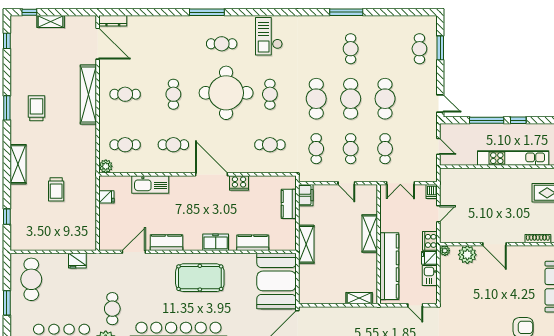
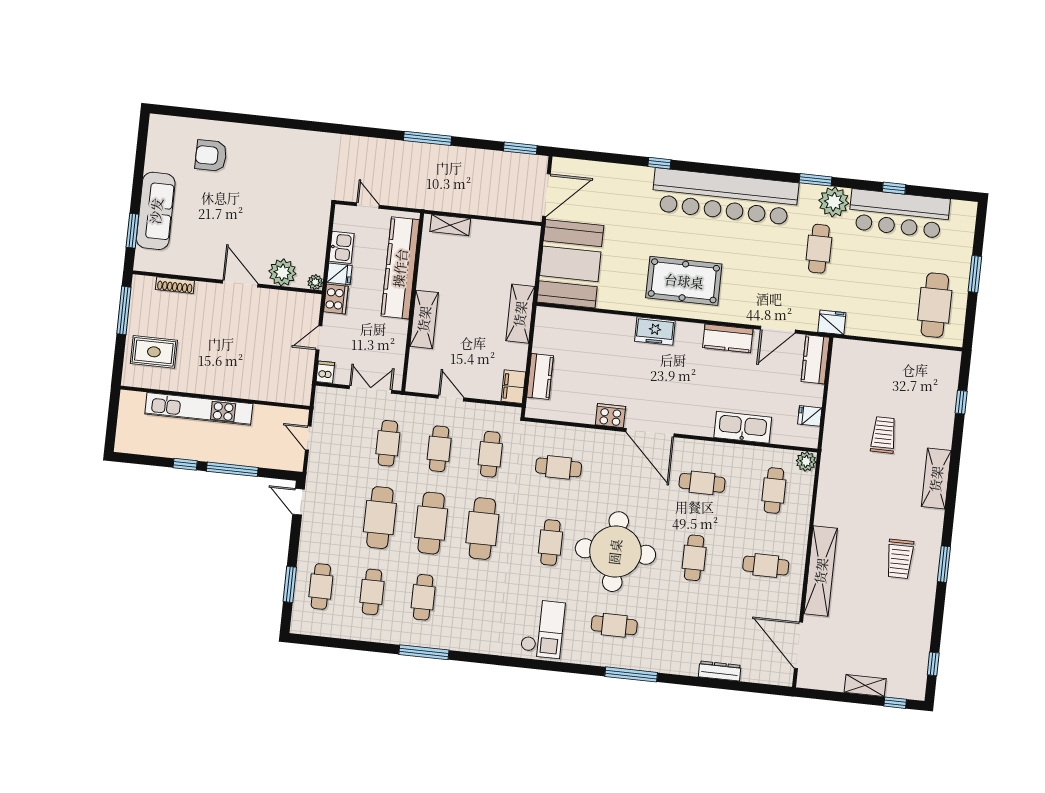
dresser: (113, 21) -> (720, 671), moved
cafe table: (385, 49) -> (372, 592), added
cafe table: (125, 145) -> (774, 490), turned 90
kitchen counter: (253, 243) -> (815, 359), moved, turned 90
fridge: (77, 261) -> (832, 322), moved

